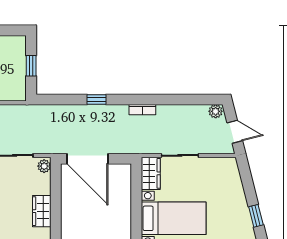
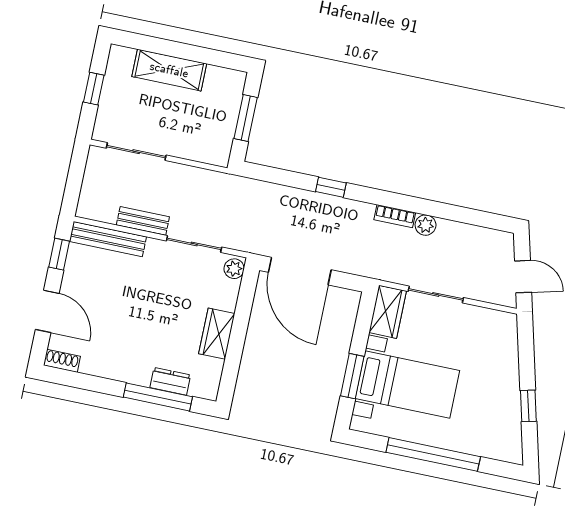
window: (31, 66) -> (246, 118), width x1.50
plant: (216, 111) -> (426, 225), moved
window: (136, 220) -> (352, 376), added

